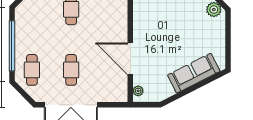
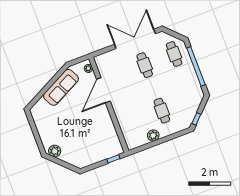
door: (130, 59) -> (103, 90), swing flipped
sofa: (194, 73) -> (61, 87), moved

